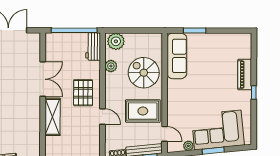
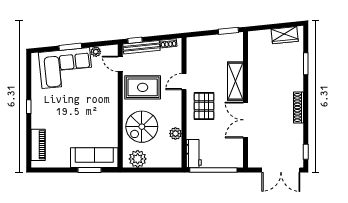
plant: (116, 41) -> (138, 159), moved
sofa: (177, 56) -> (94, 158), moved, turned 90
spiral stairs: (144, 73) -> (142, 127), turned 90
piano: (245, 75) -> (38, 145), moved
door: (102, 116) -> (184, 82), hinge flipped

